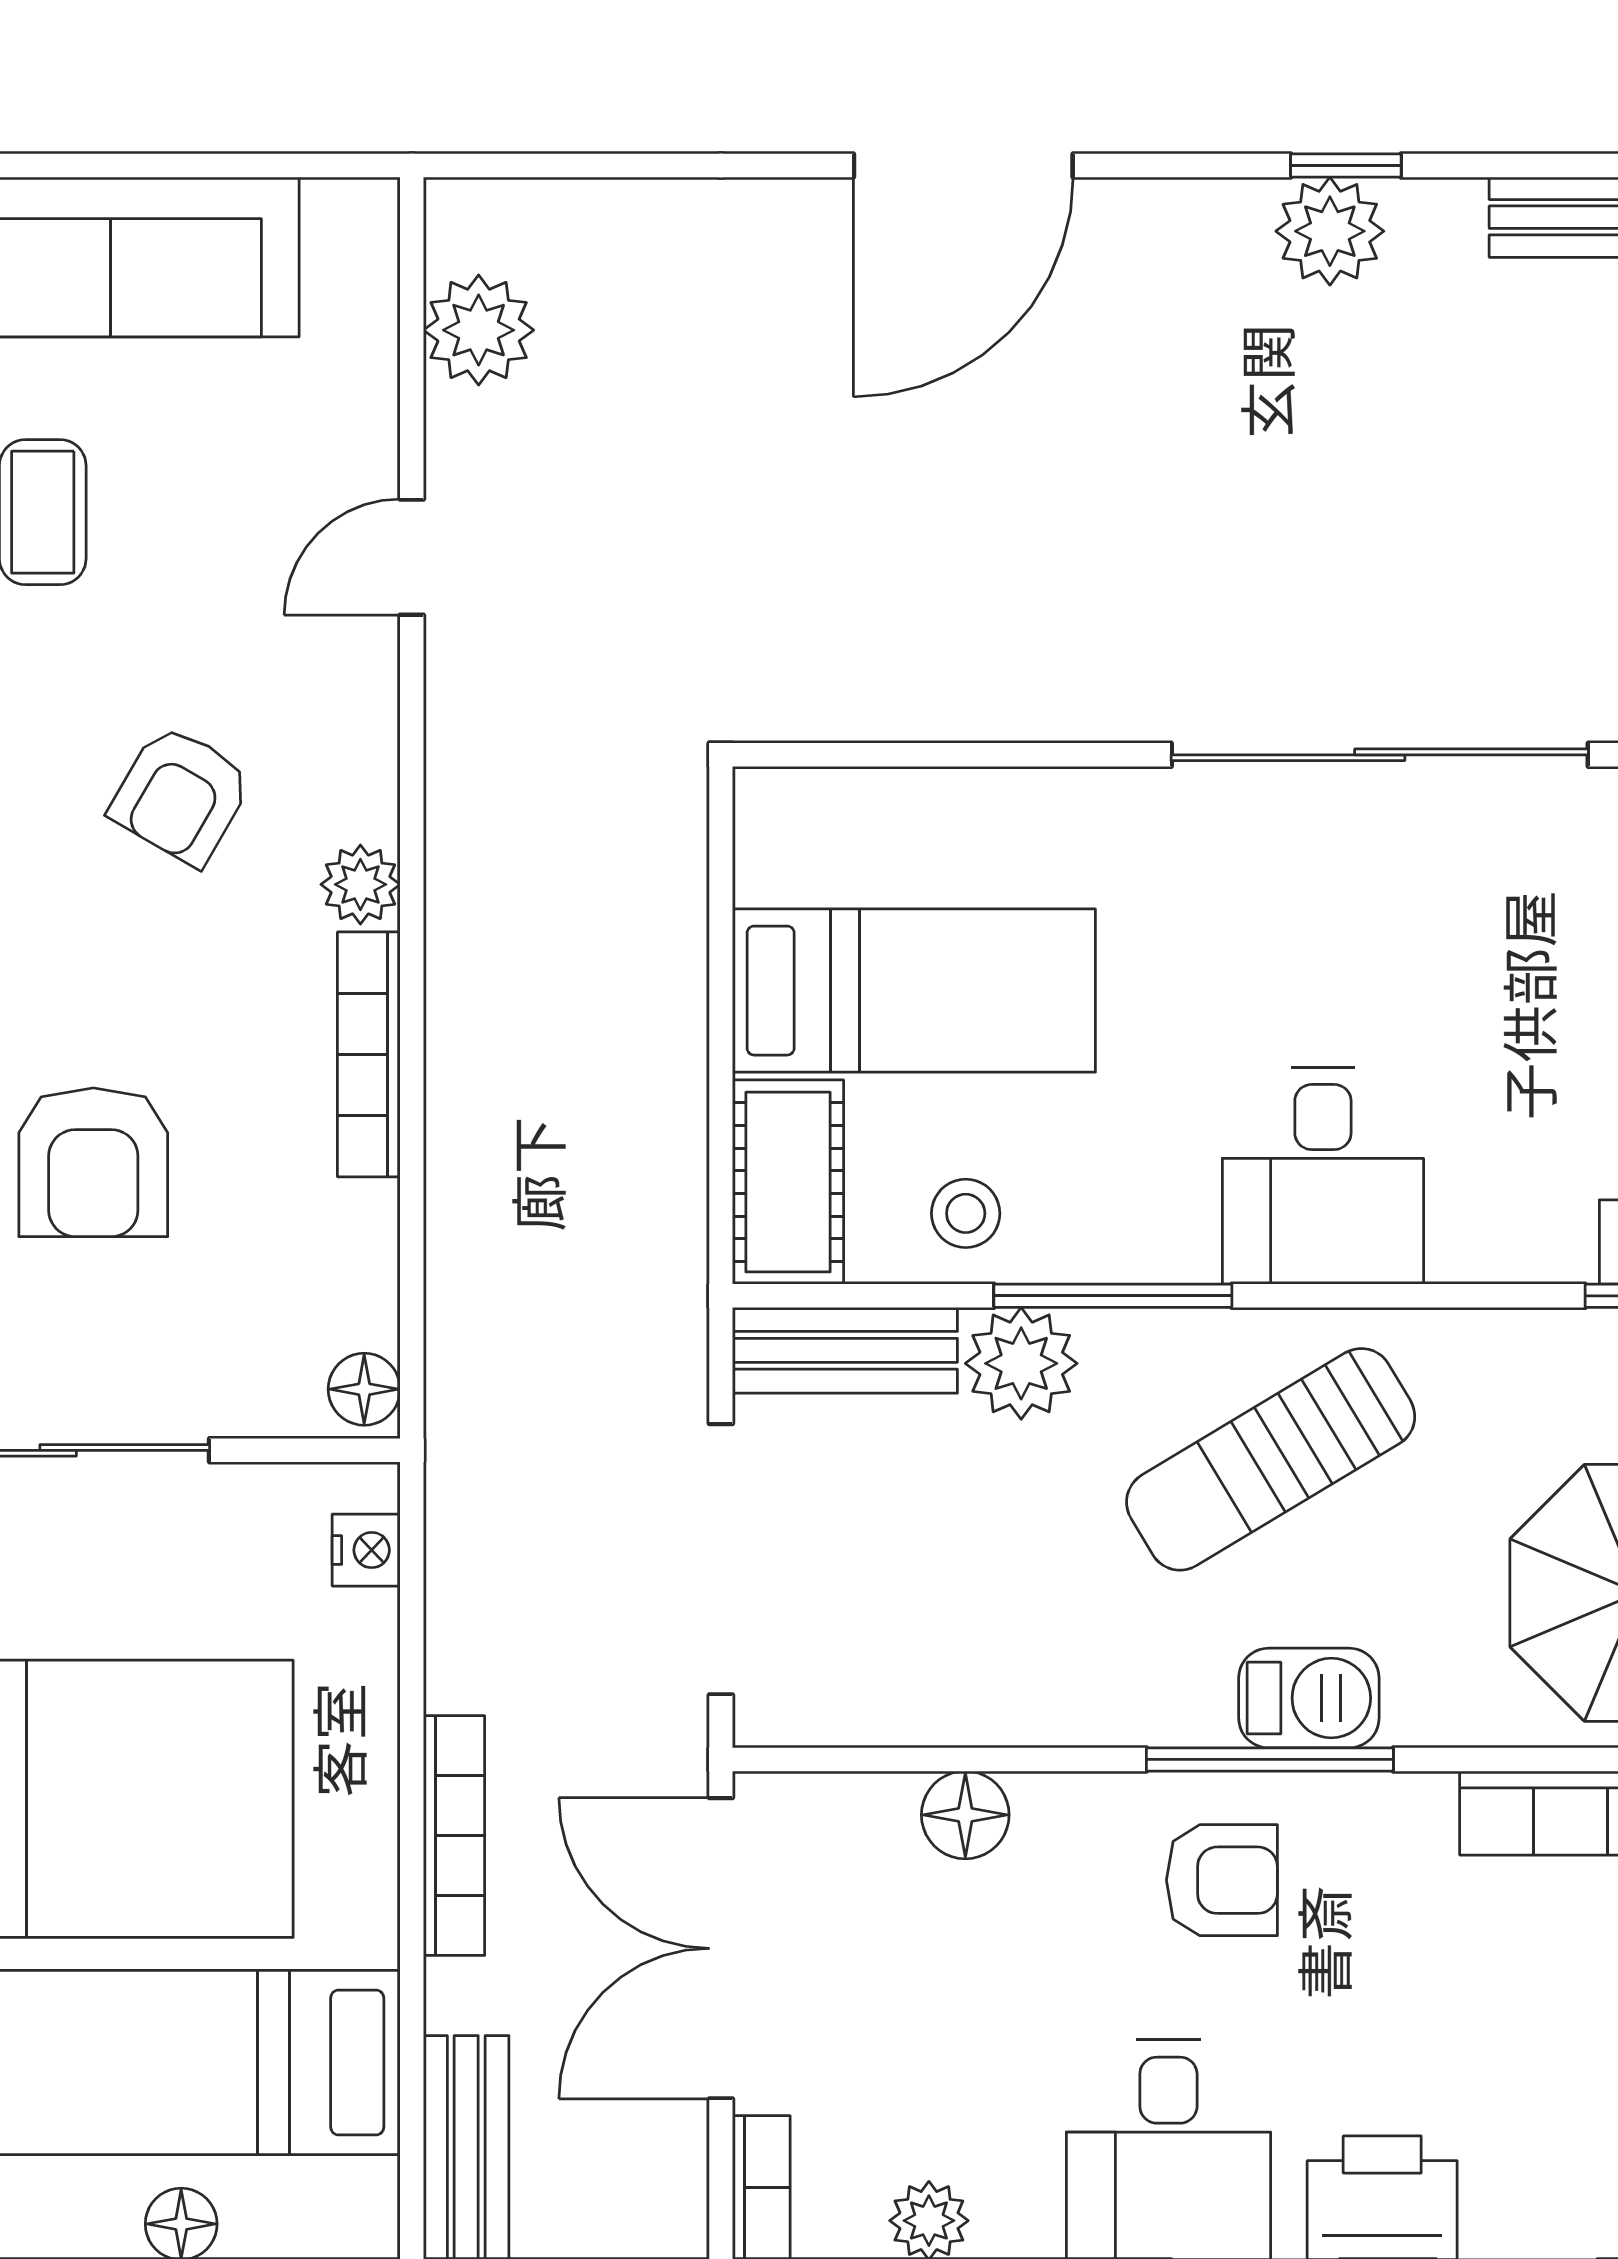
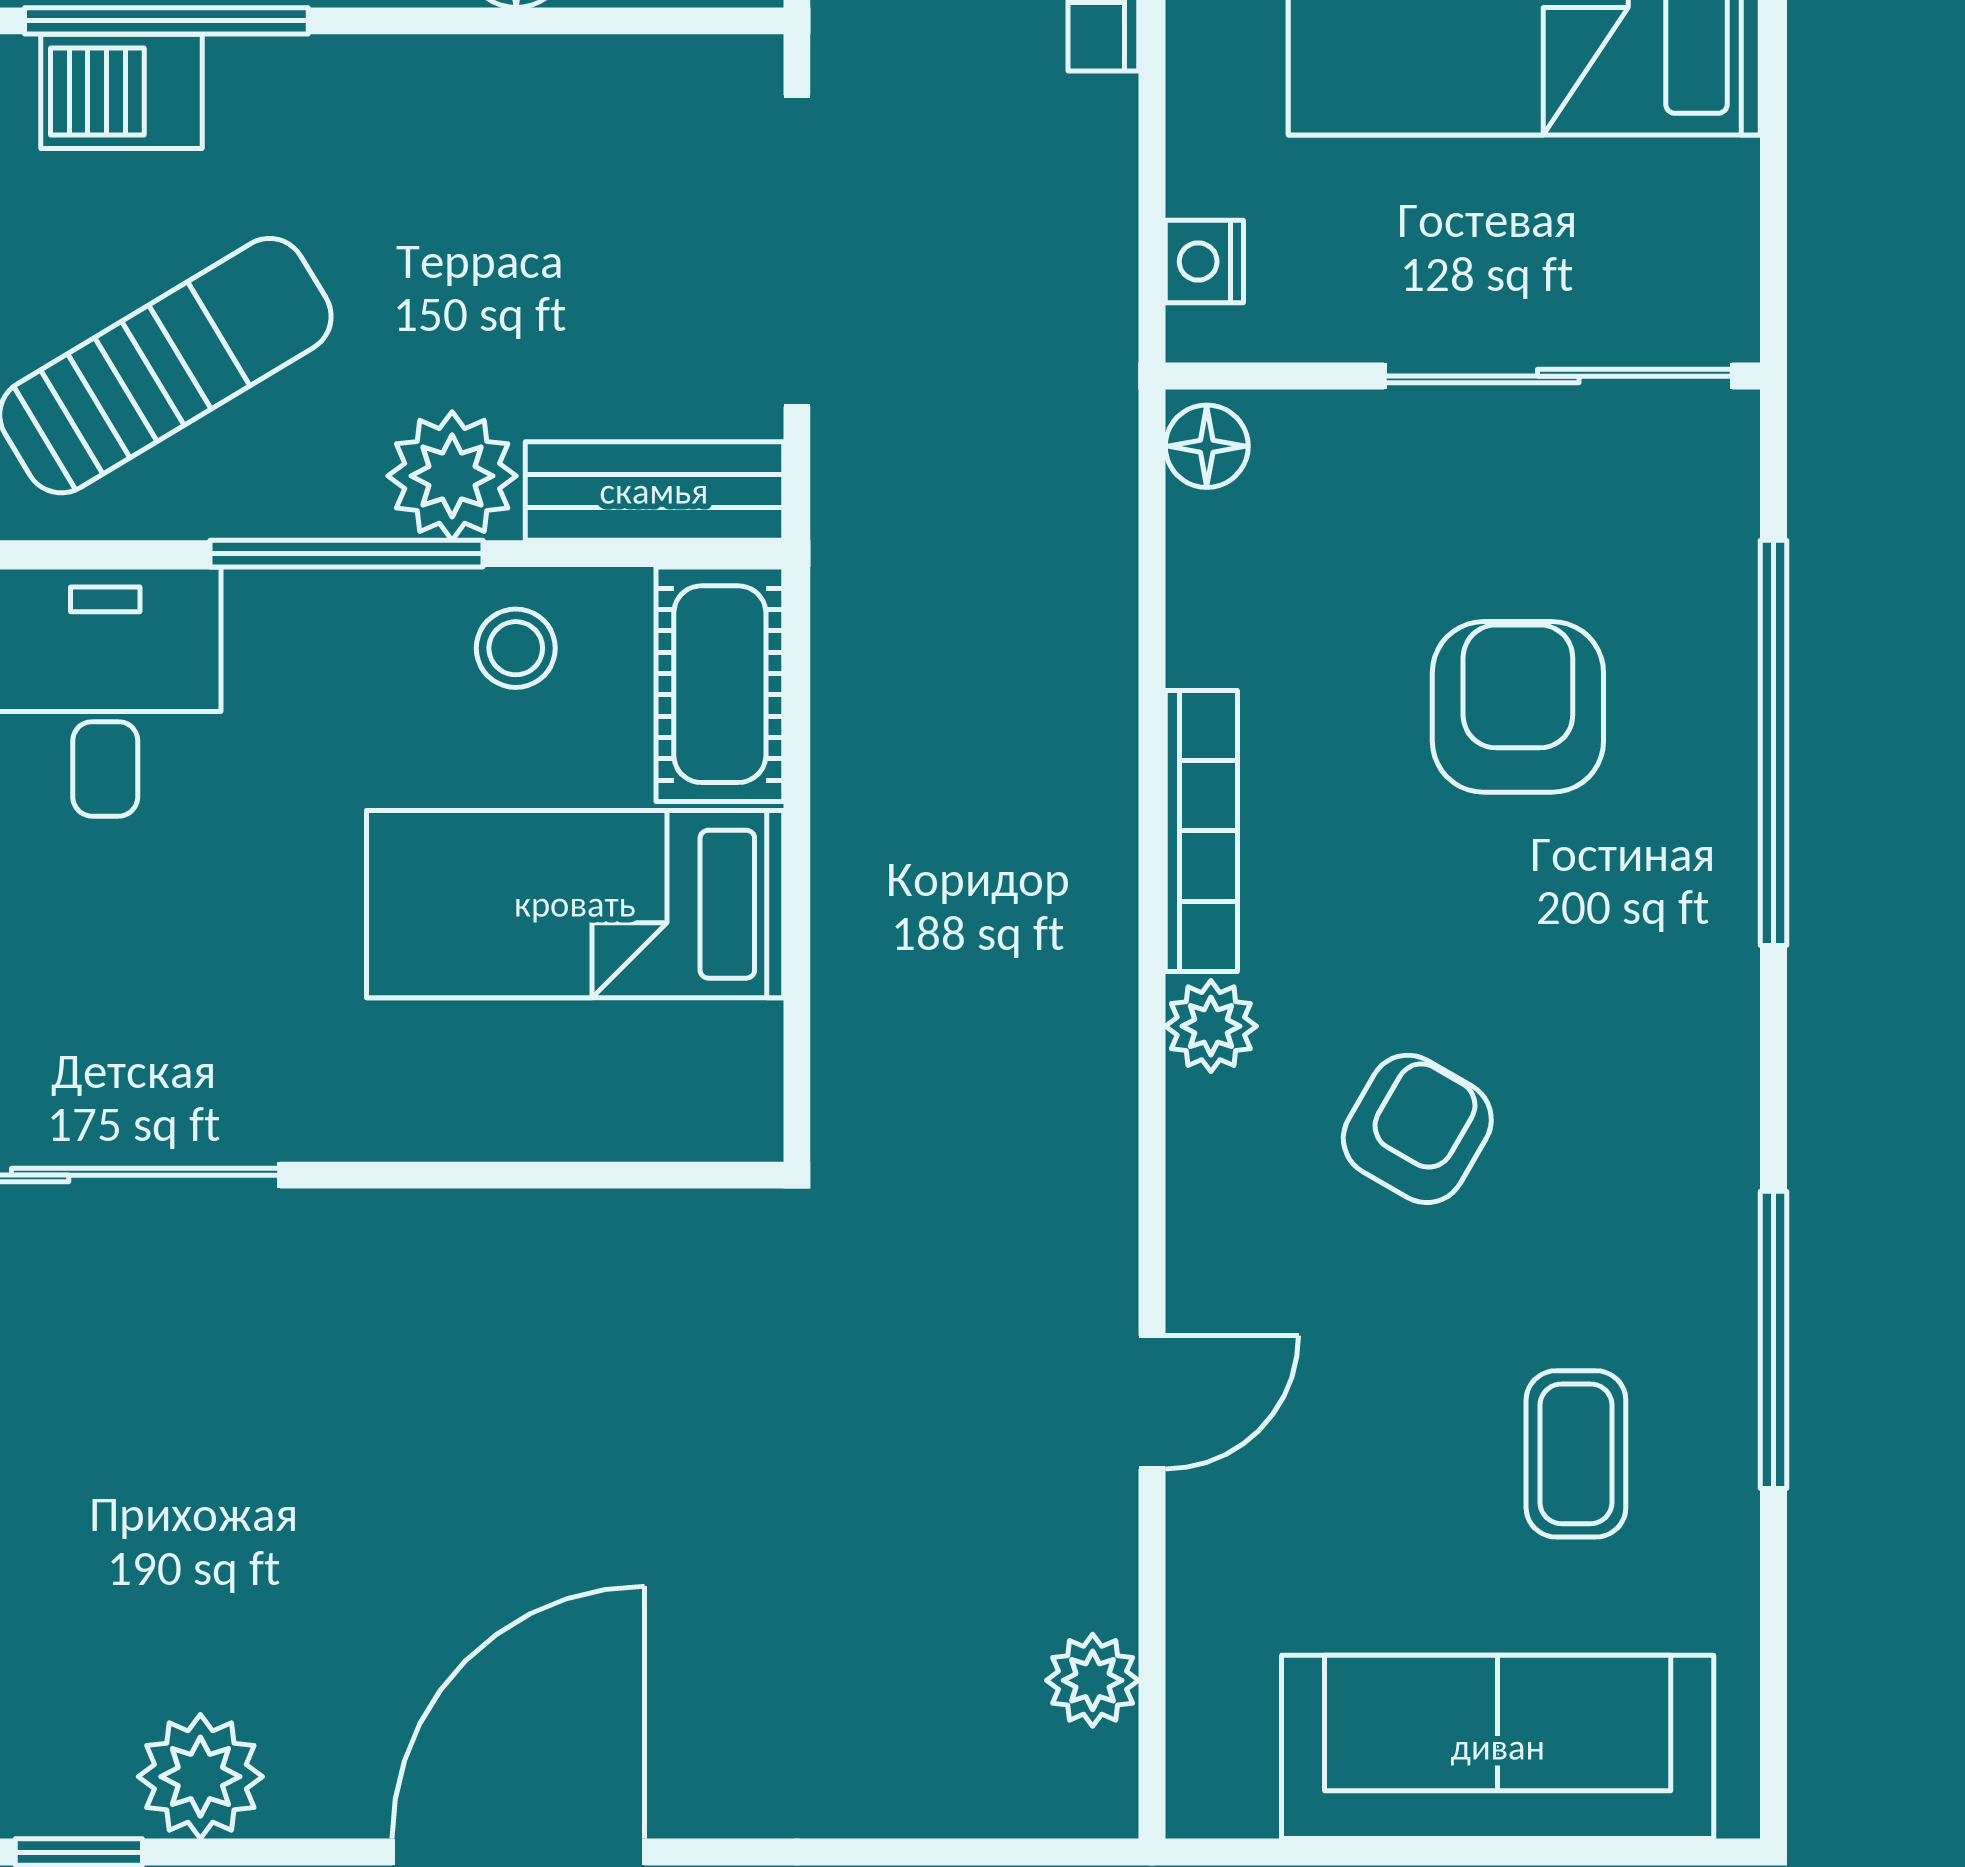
plant: (1330, 231) -> (200, 1777), moved
plant: (479, 330) -> (1093, 1680), width x0.73, depth x0.73

